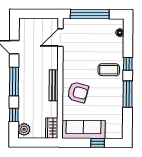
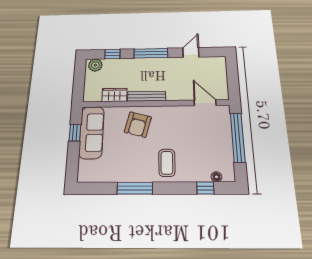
window: (128, 64) -> (205, 188), moved
wardrobe: (52, 128) -> (114, 95), moved
window: (98, 143) -> (75, 133), moved

